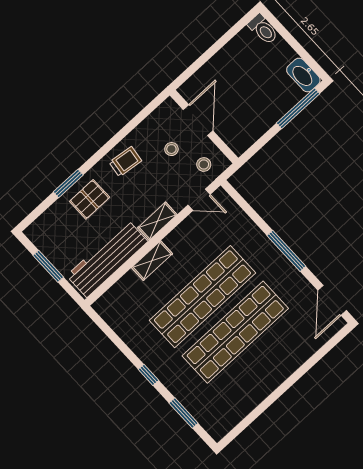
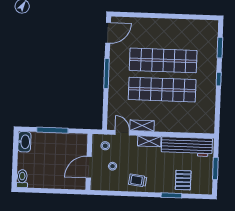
window: (298, 108) -> (52, 130), moved
pallet: (90, 199) -> (183, 180), moved, turned 90
shelving: (152, 261) -> (142, 126), moved

